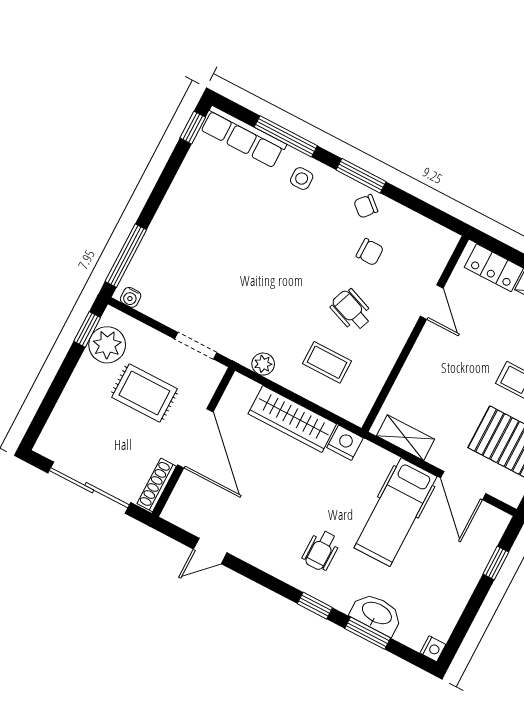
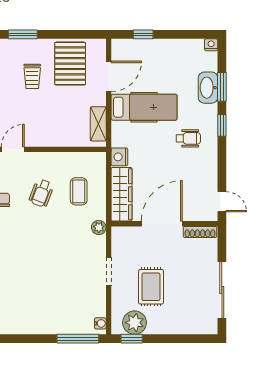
door: (195, 438) -> (162, 224), moved
wall: (193, 442) -> (164, 224), moved
shoe rack: (157, 485) -> (200, 232), moved

